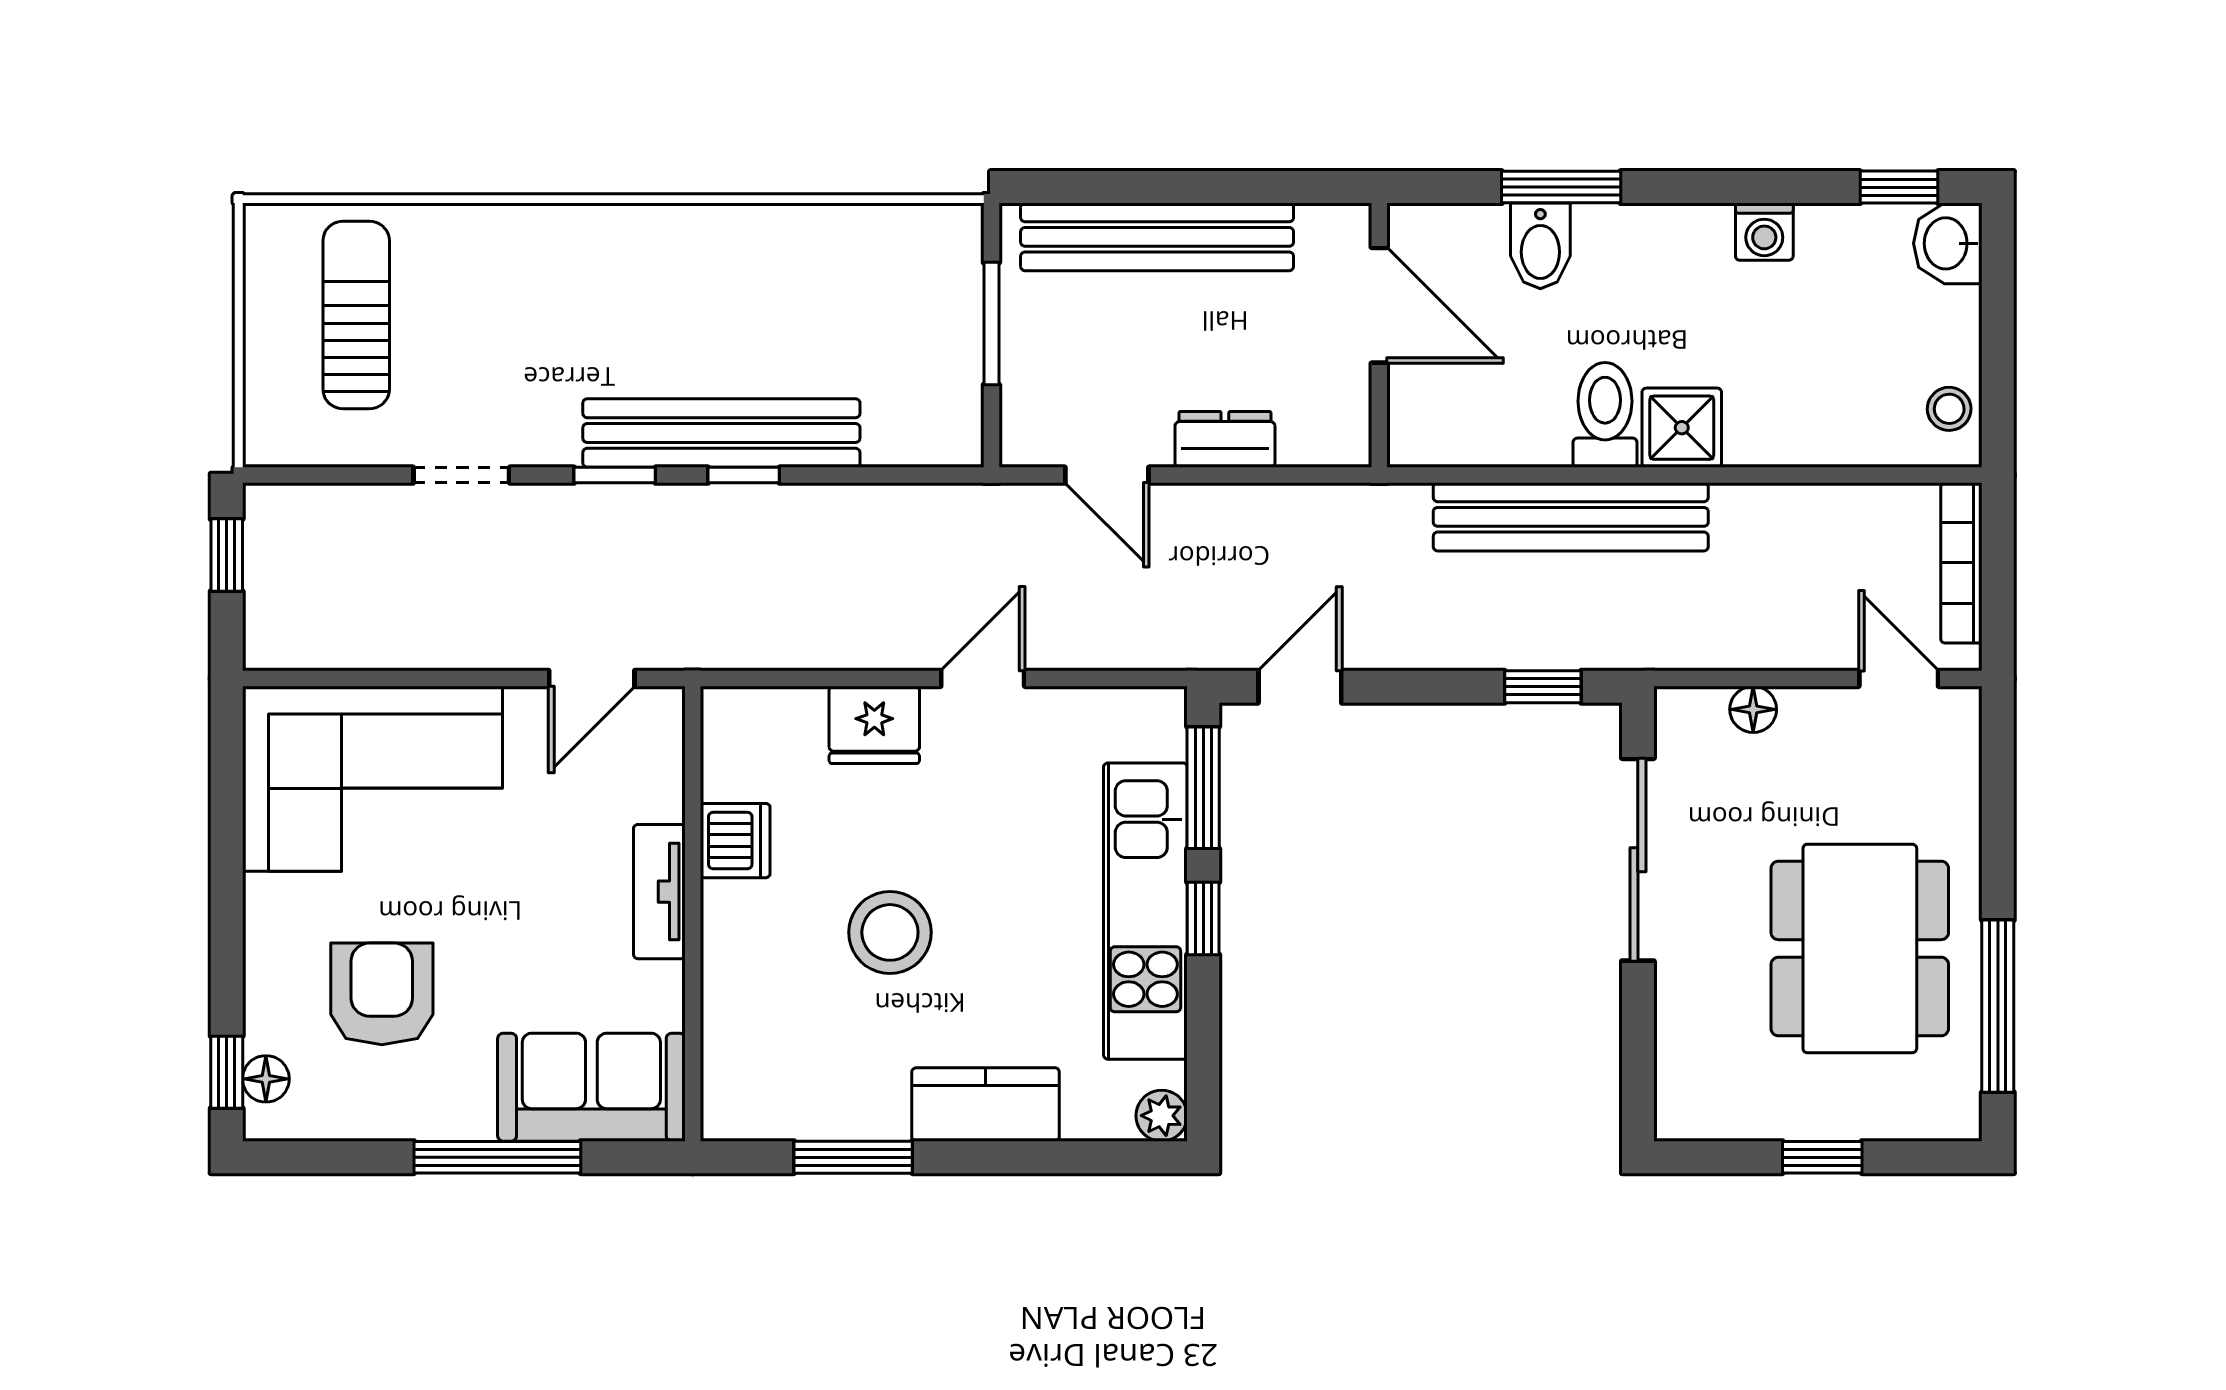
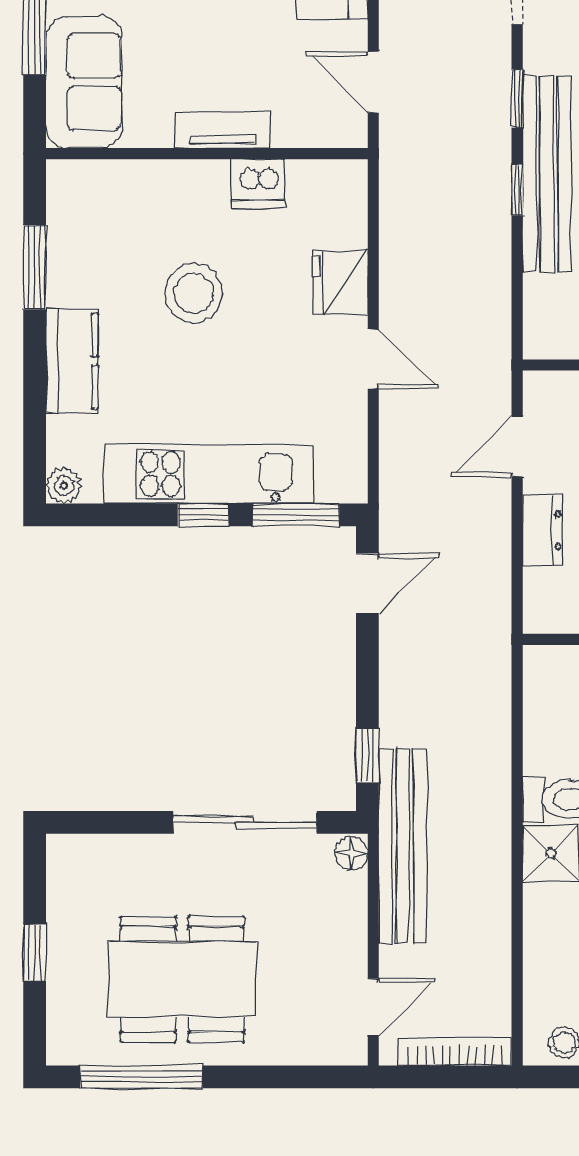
bench: (1571, 517) -> (403, 846), moved
door: (1300, 687) -> (367, 583), hinge flipped
floor lamp: (1753, 709) -> (351, 853), moved

